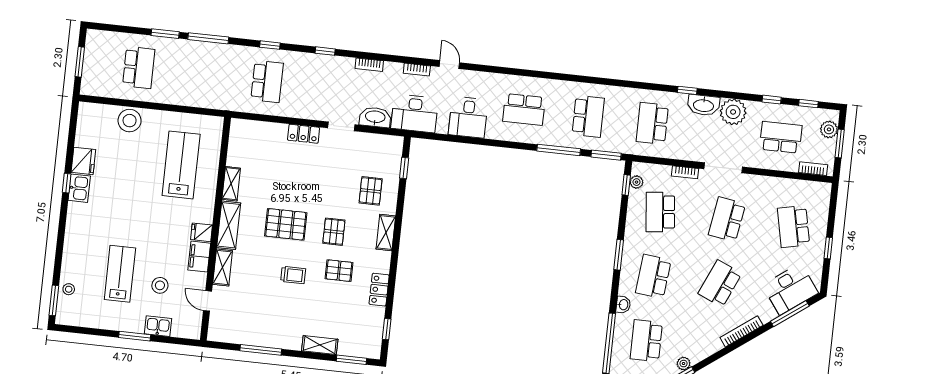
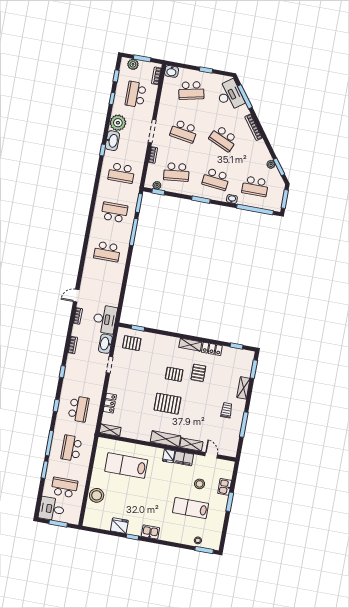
school desk: (203, 75) -> (71, 448), added
school desk: (267, 81) -> (79, 409), turned 90
school desk: (524, 109) -> (107, 252), turned 90
desk: (468, 117) -> (52, 509), moved, turned 180
locker: (304, 134) -> (110, 403), moved
shelving: (231, 184) -> (110, 430), moved
kitchen sink: (79, 188) -> (150, 532), moved
pallet: (371, 191) -> (132, 343), moved
washbasin: (822, 192) -> (172, 71), added
pallet: (286, 224) -> (167, 404), turned 90
shelving: (386, 233) -> (190, 345), moved
trolley: (293, 275) -> (227, 410), moved
door: (208, 301) -> (211, 455), swing flipped

